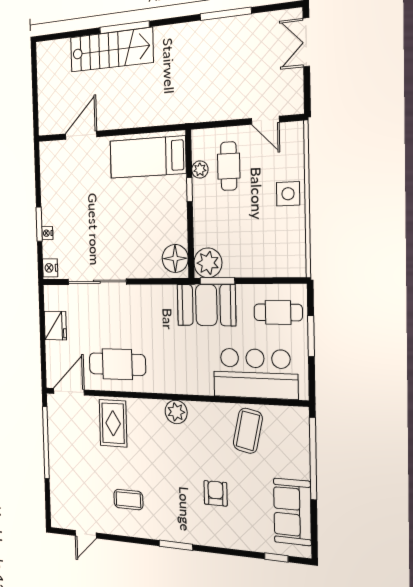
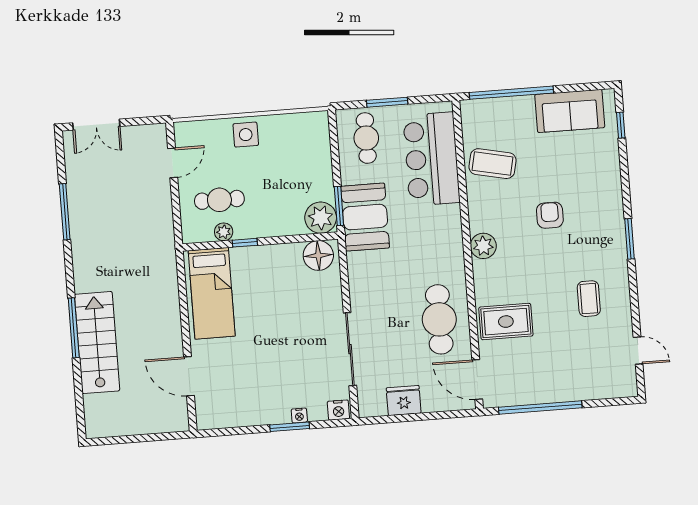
armchair: (216, 493) -> (550, 215), moved, turned 90

